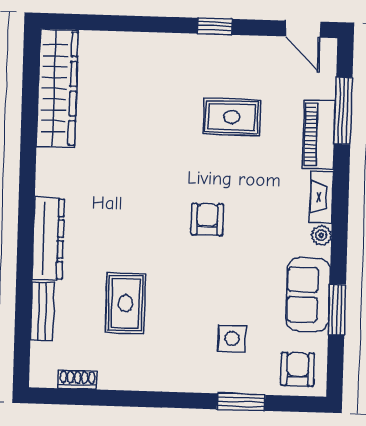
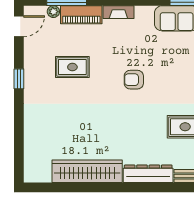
wardrobe: (57, 88) -> (87, 171), moved
rug: (232, 117) -> (72, 67), turned 90
plant: (321, 235) -> (53, 12), moved

